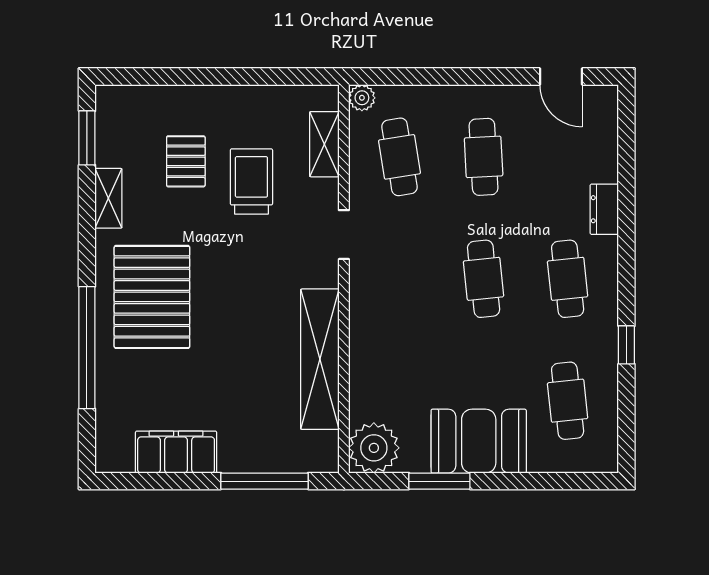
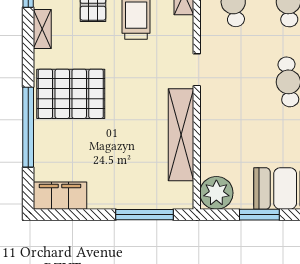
doorway: (344, 235) -> (197, 70), moved
pallet: (152, 297) -> (71, 94), turned 90
filing cabinet: (176, 452) -> (60, 196), moved

